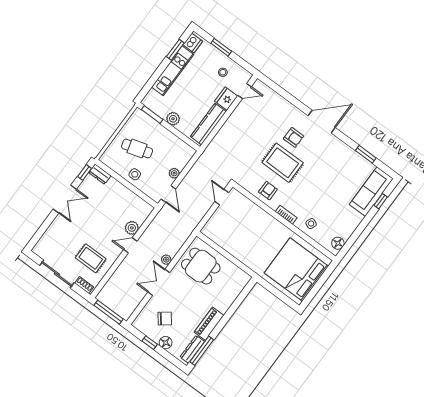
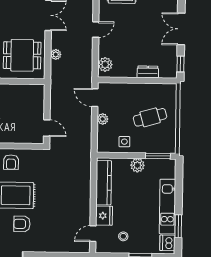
dresser: (100, 174) -> (148, 72), moved
side table: (135, 174) -> (124, 142), moved
plant: (132, 228) -> (105, 64), moved
plant: (166, 260) -> (56, 54), moved

